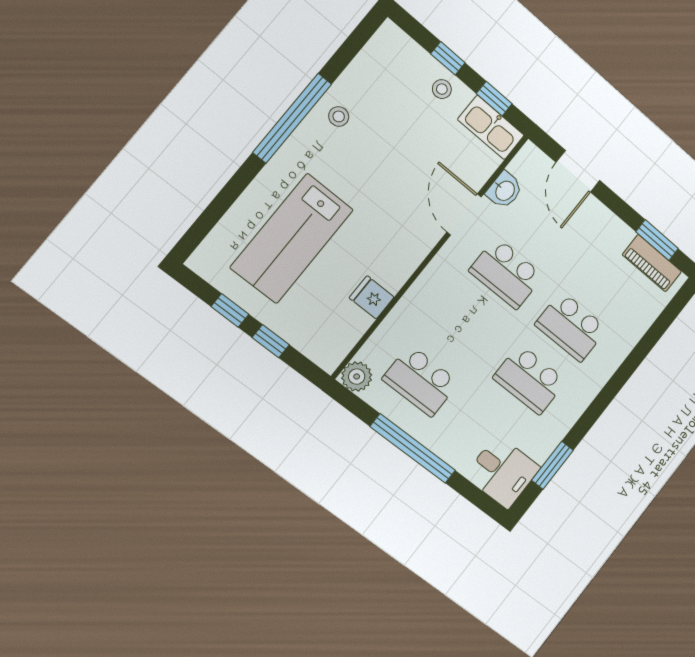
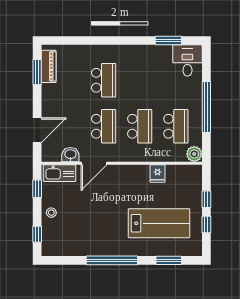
window: (448, 58) -> (37, 234), moved
stool: (339, 116) -> (96, 244), removed
kitchen sink: (491, 127) -> (60, 173), moved, turned 90
window: (219, 206) -> (169, 260), added
school desk: (530, 379) -> (140, 126), moved

